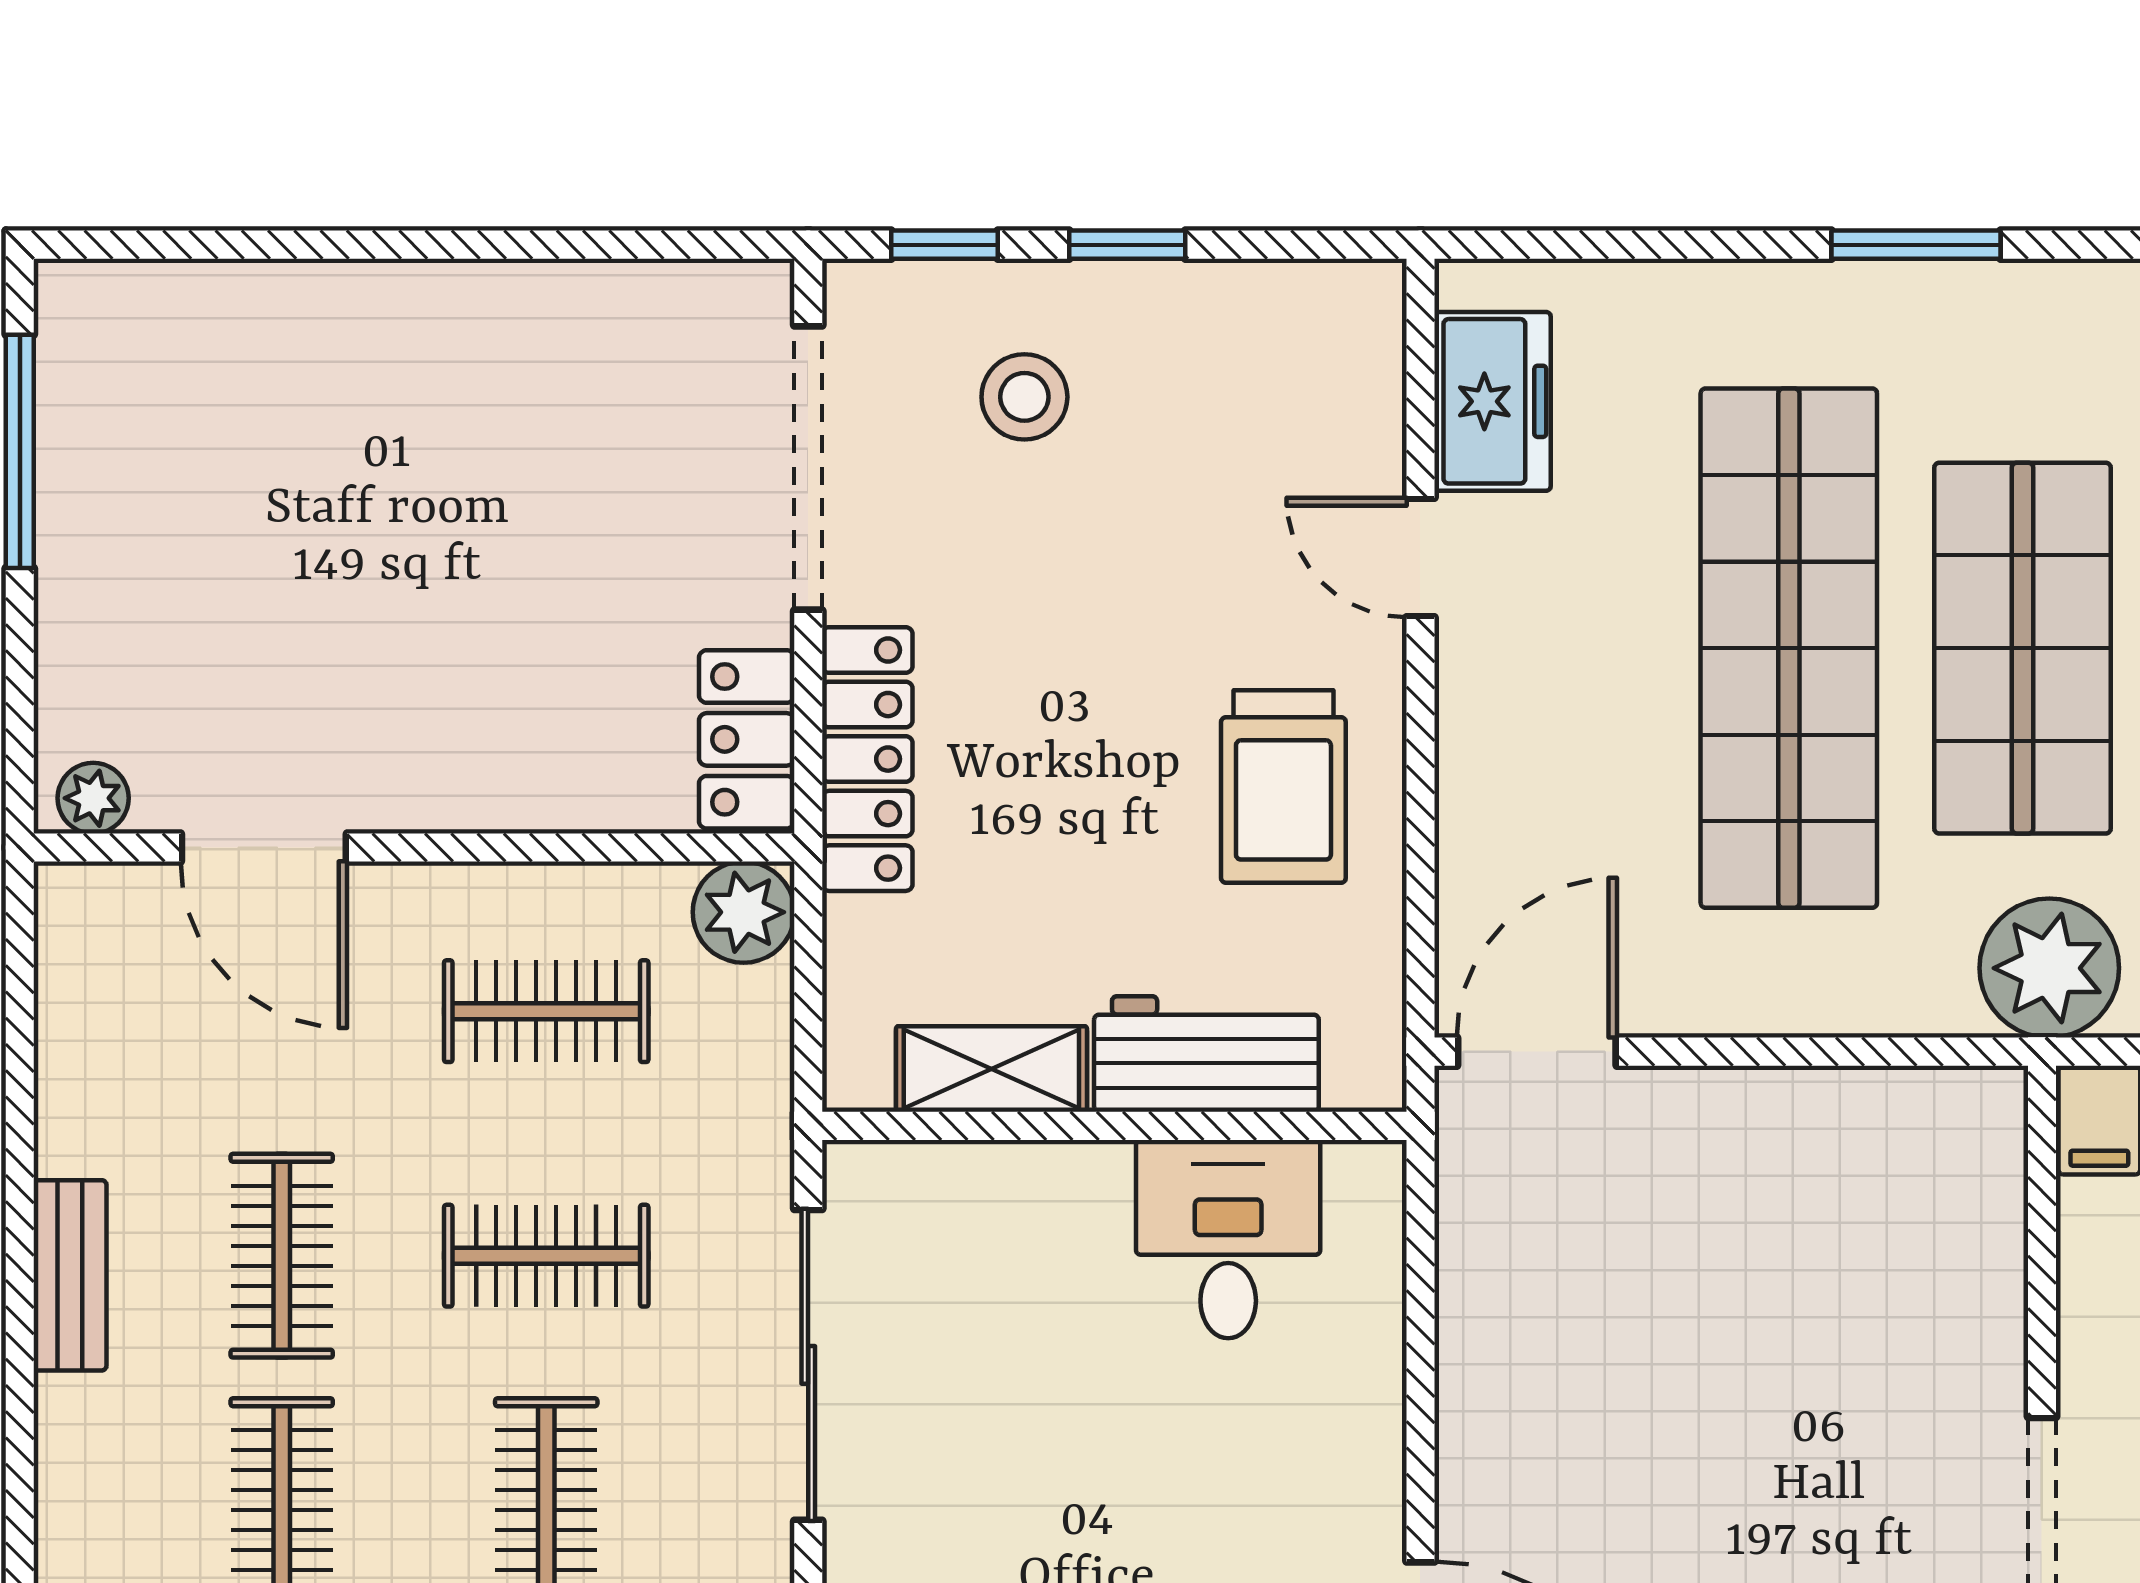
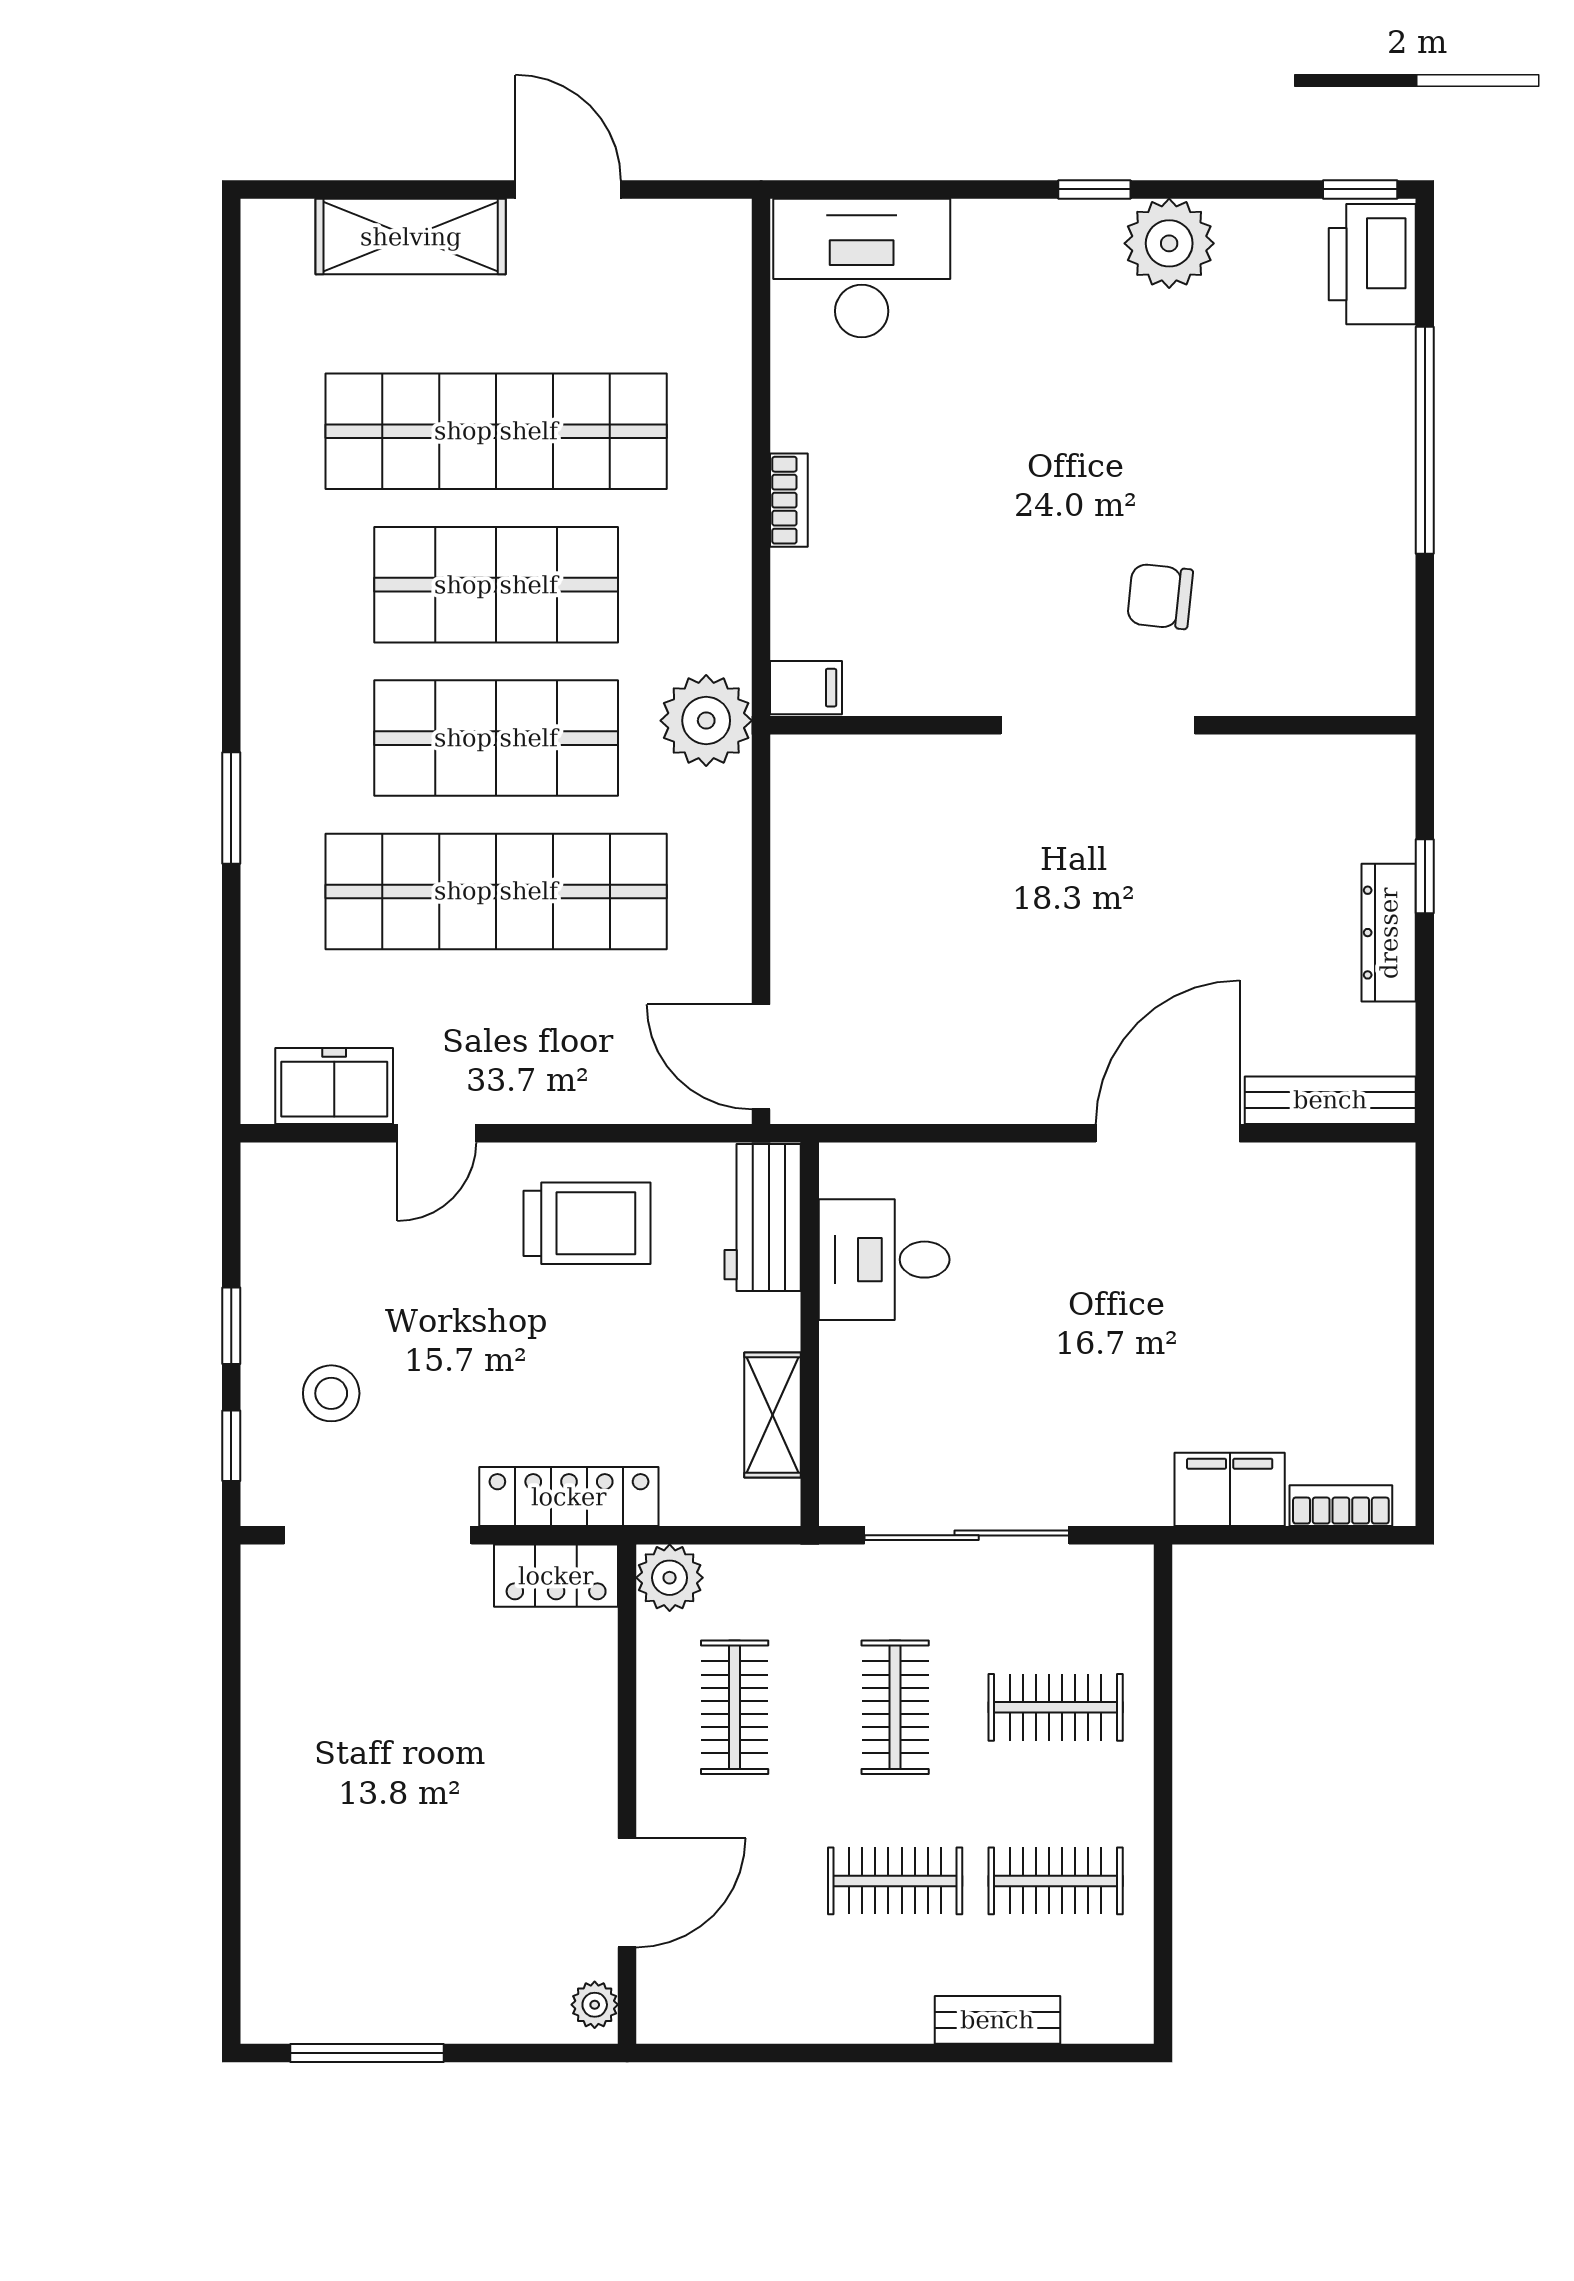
workbench: (1206, 1054) -> (763, 1218), moved
bench: (70, 1275) -> (997, 2020), moved

